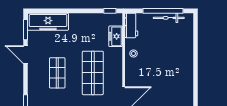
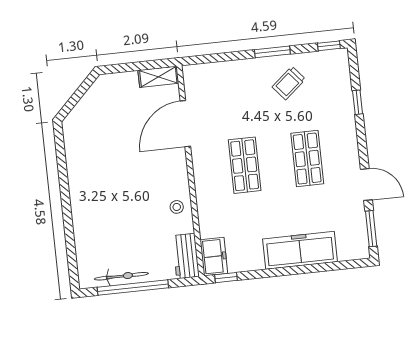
freezer: (48, 22) -> (300, 250), moved
freezer: (116, 36) -> (214, 257), moved
shop shelf: (93, 73) -> (245, 165), width x0.70, depth x0.74

